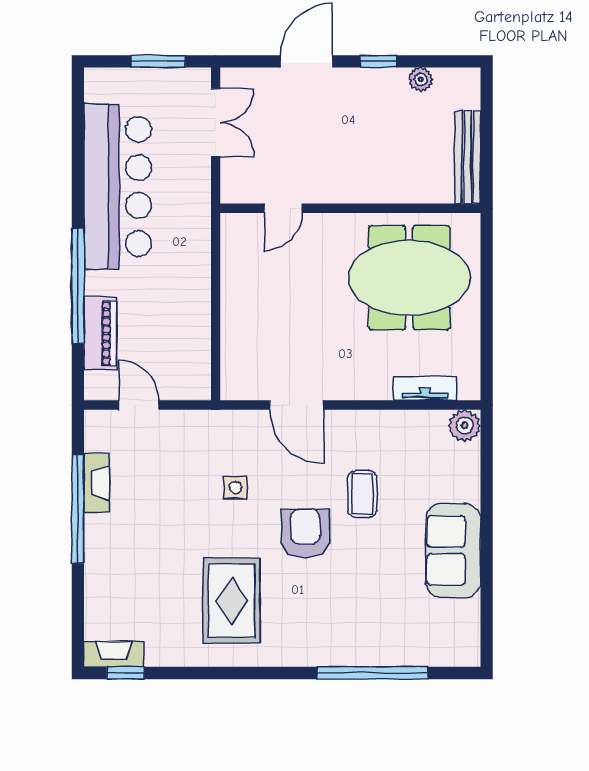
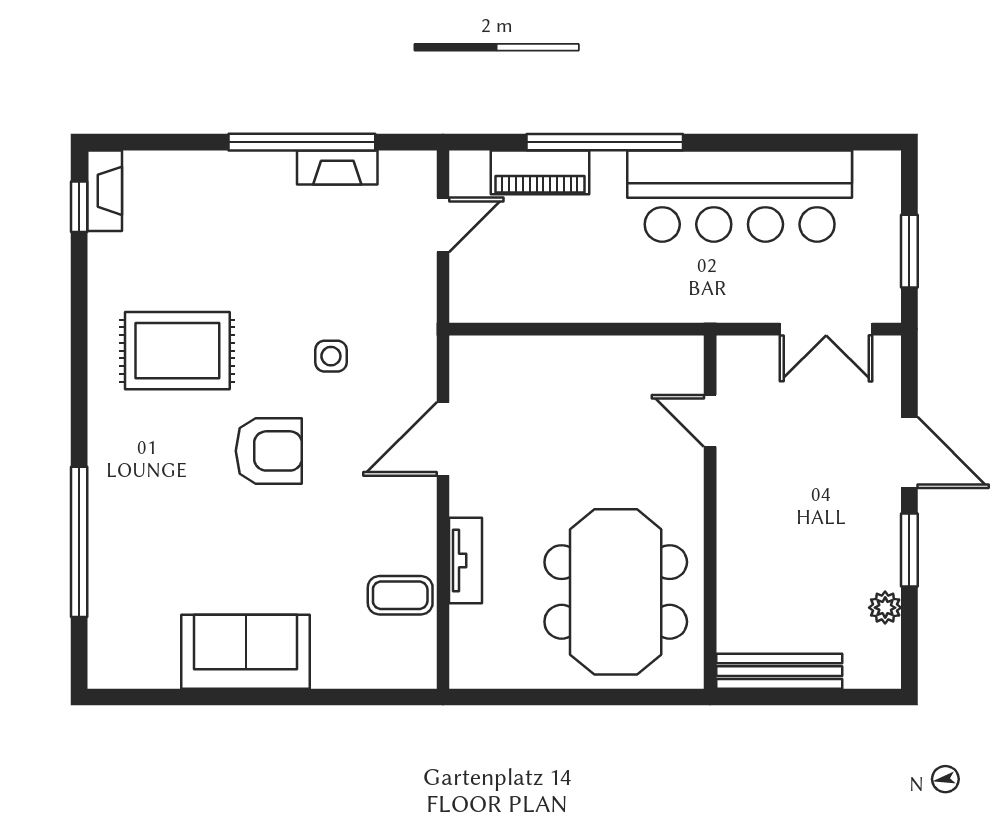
window: (378, 61) -> (909, 550), width x1.50
tv unit: (425, 388) -> (465, 561), moved
plant: (465, 426) -> (415, 667), removed
coffee table: (362, 494) -> (400, 595), moved

